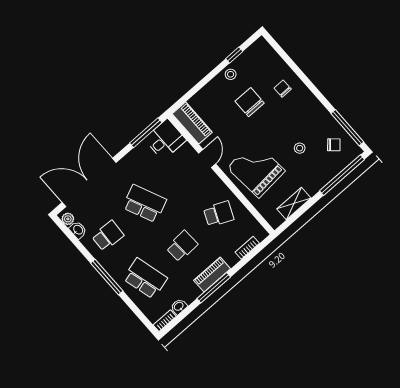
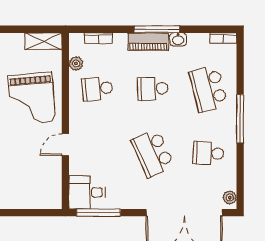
piano: (192, 123) -> (52, 186), removed
shelving: (294, 203) -> (43, 41), moved
school desk: (219, 214) -> (97, 89), turned -30
plant: (247, 218) -> (76, 63), added
washbasin: (78, 230) -> (229, 181), removed
washbasin: (179, 307) -> (178, 39), moved

